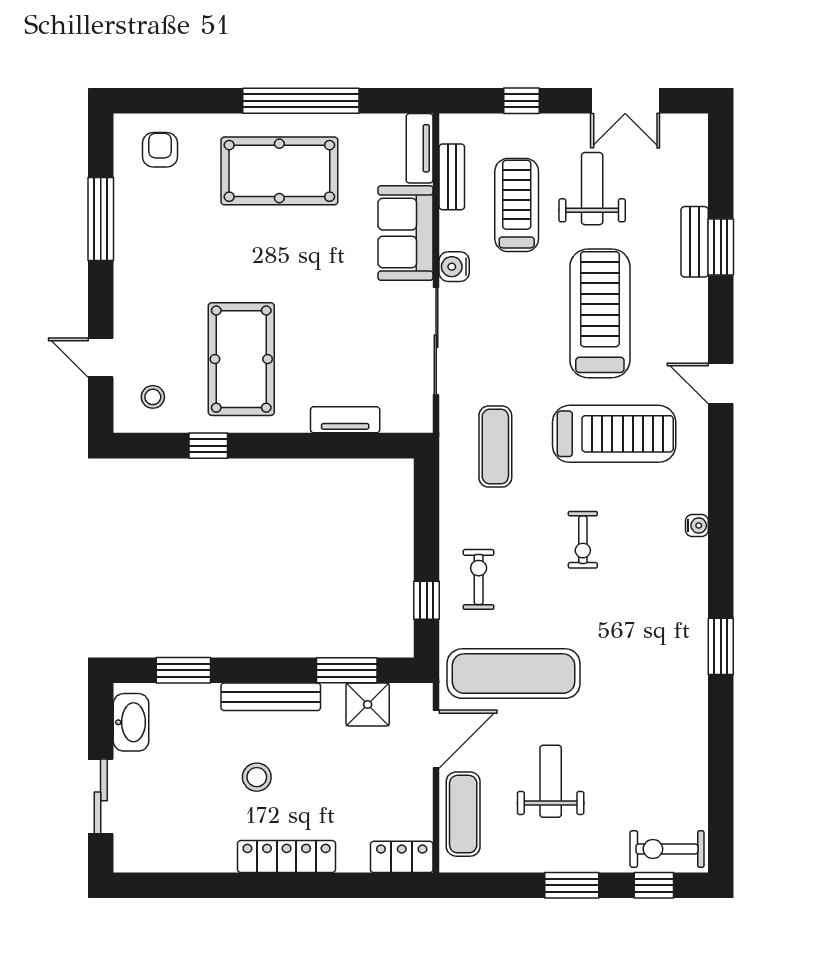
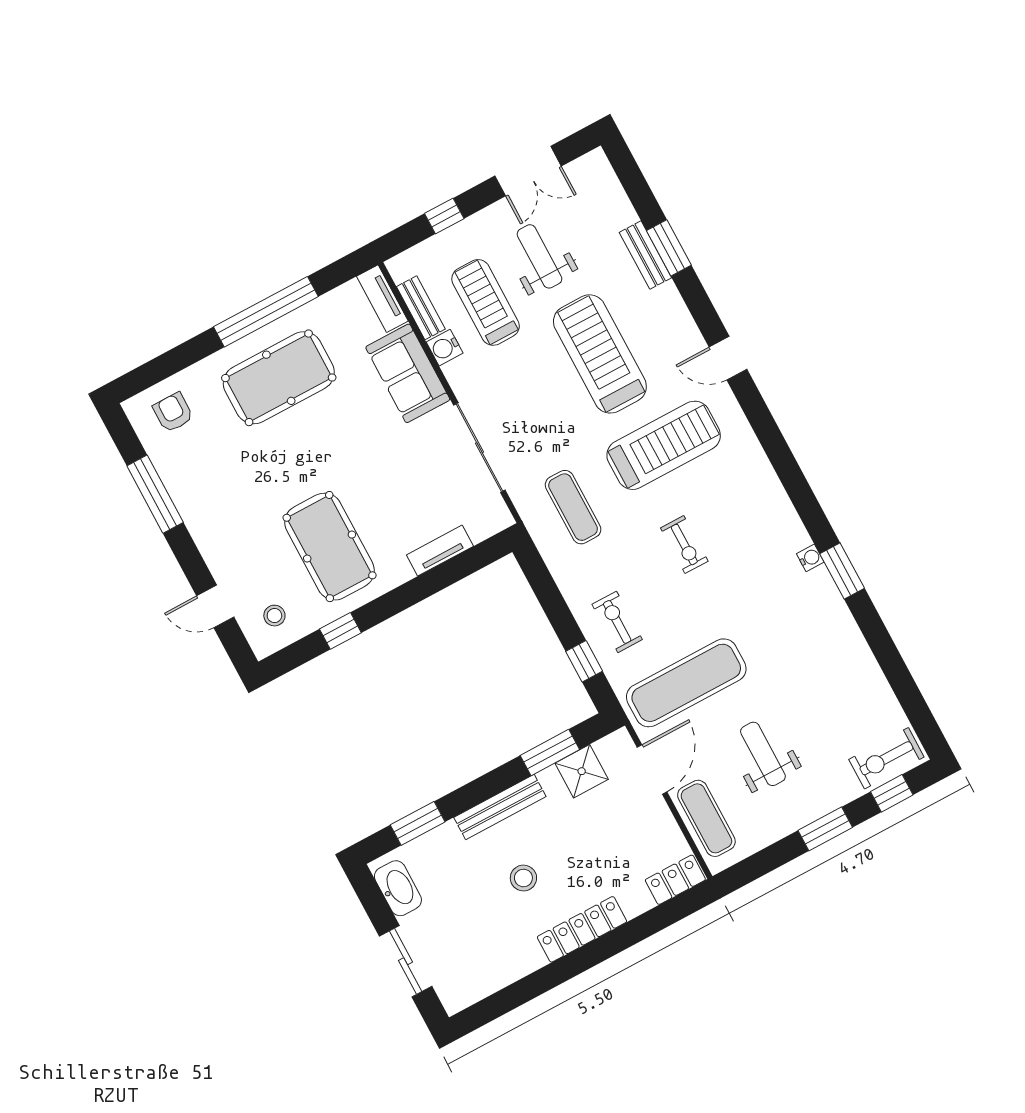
water cooler: (454, 267) -> (445, 348), moved
water cooler: (697, 525) -> (810, 558), moved

